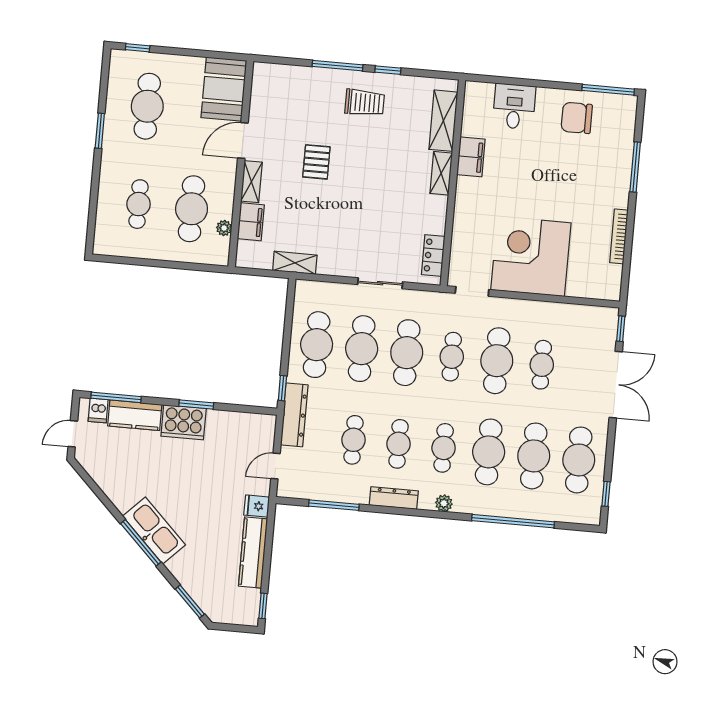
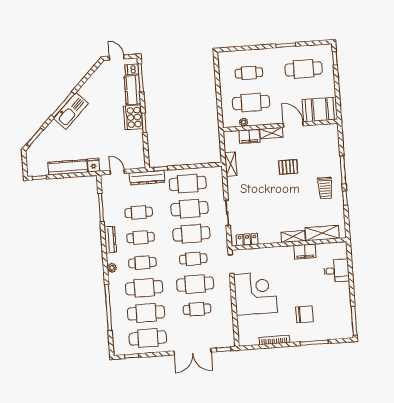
chair: (577, 118) -> (304, 314), moved, turned 90

